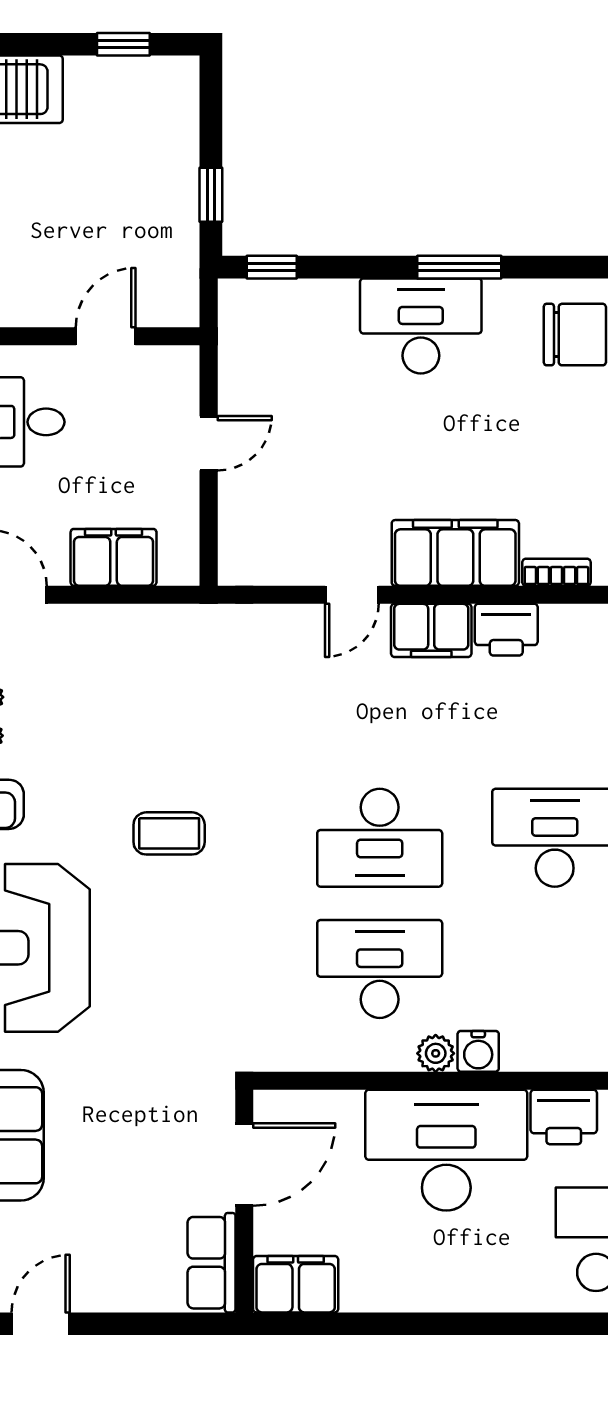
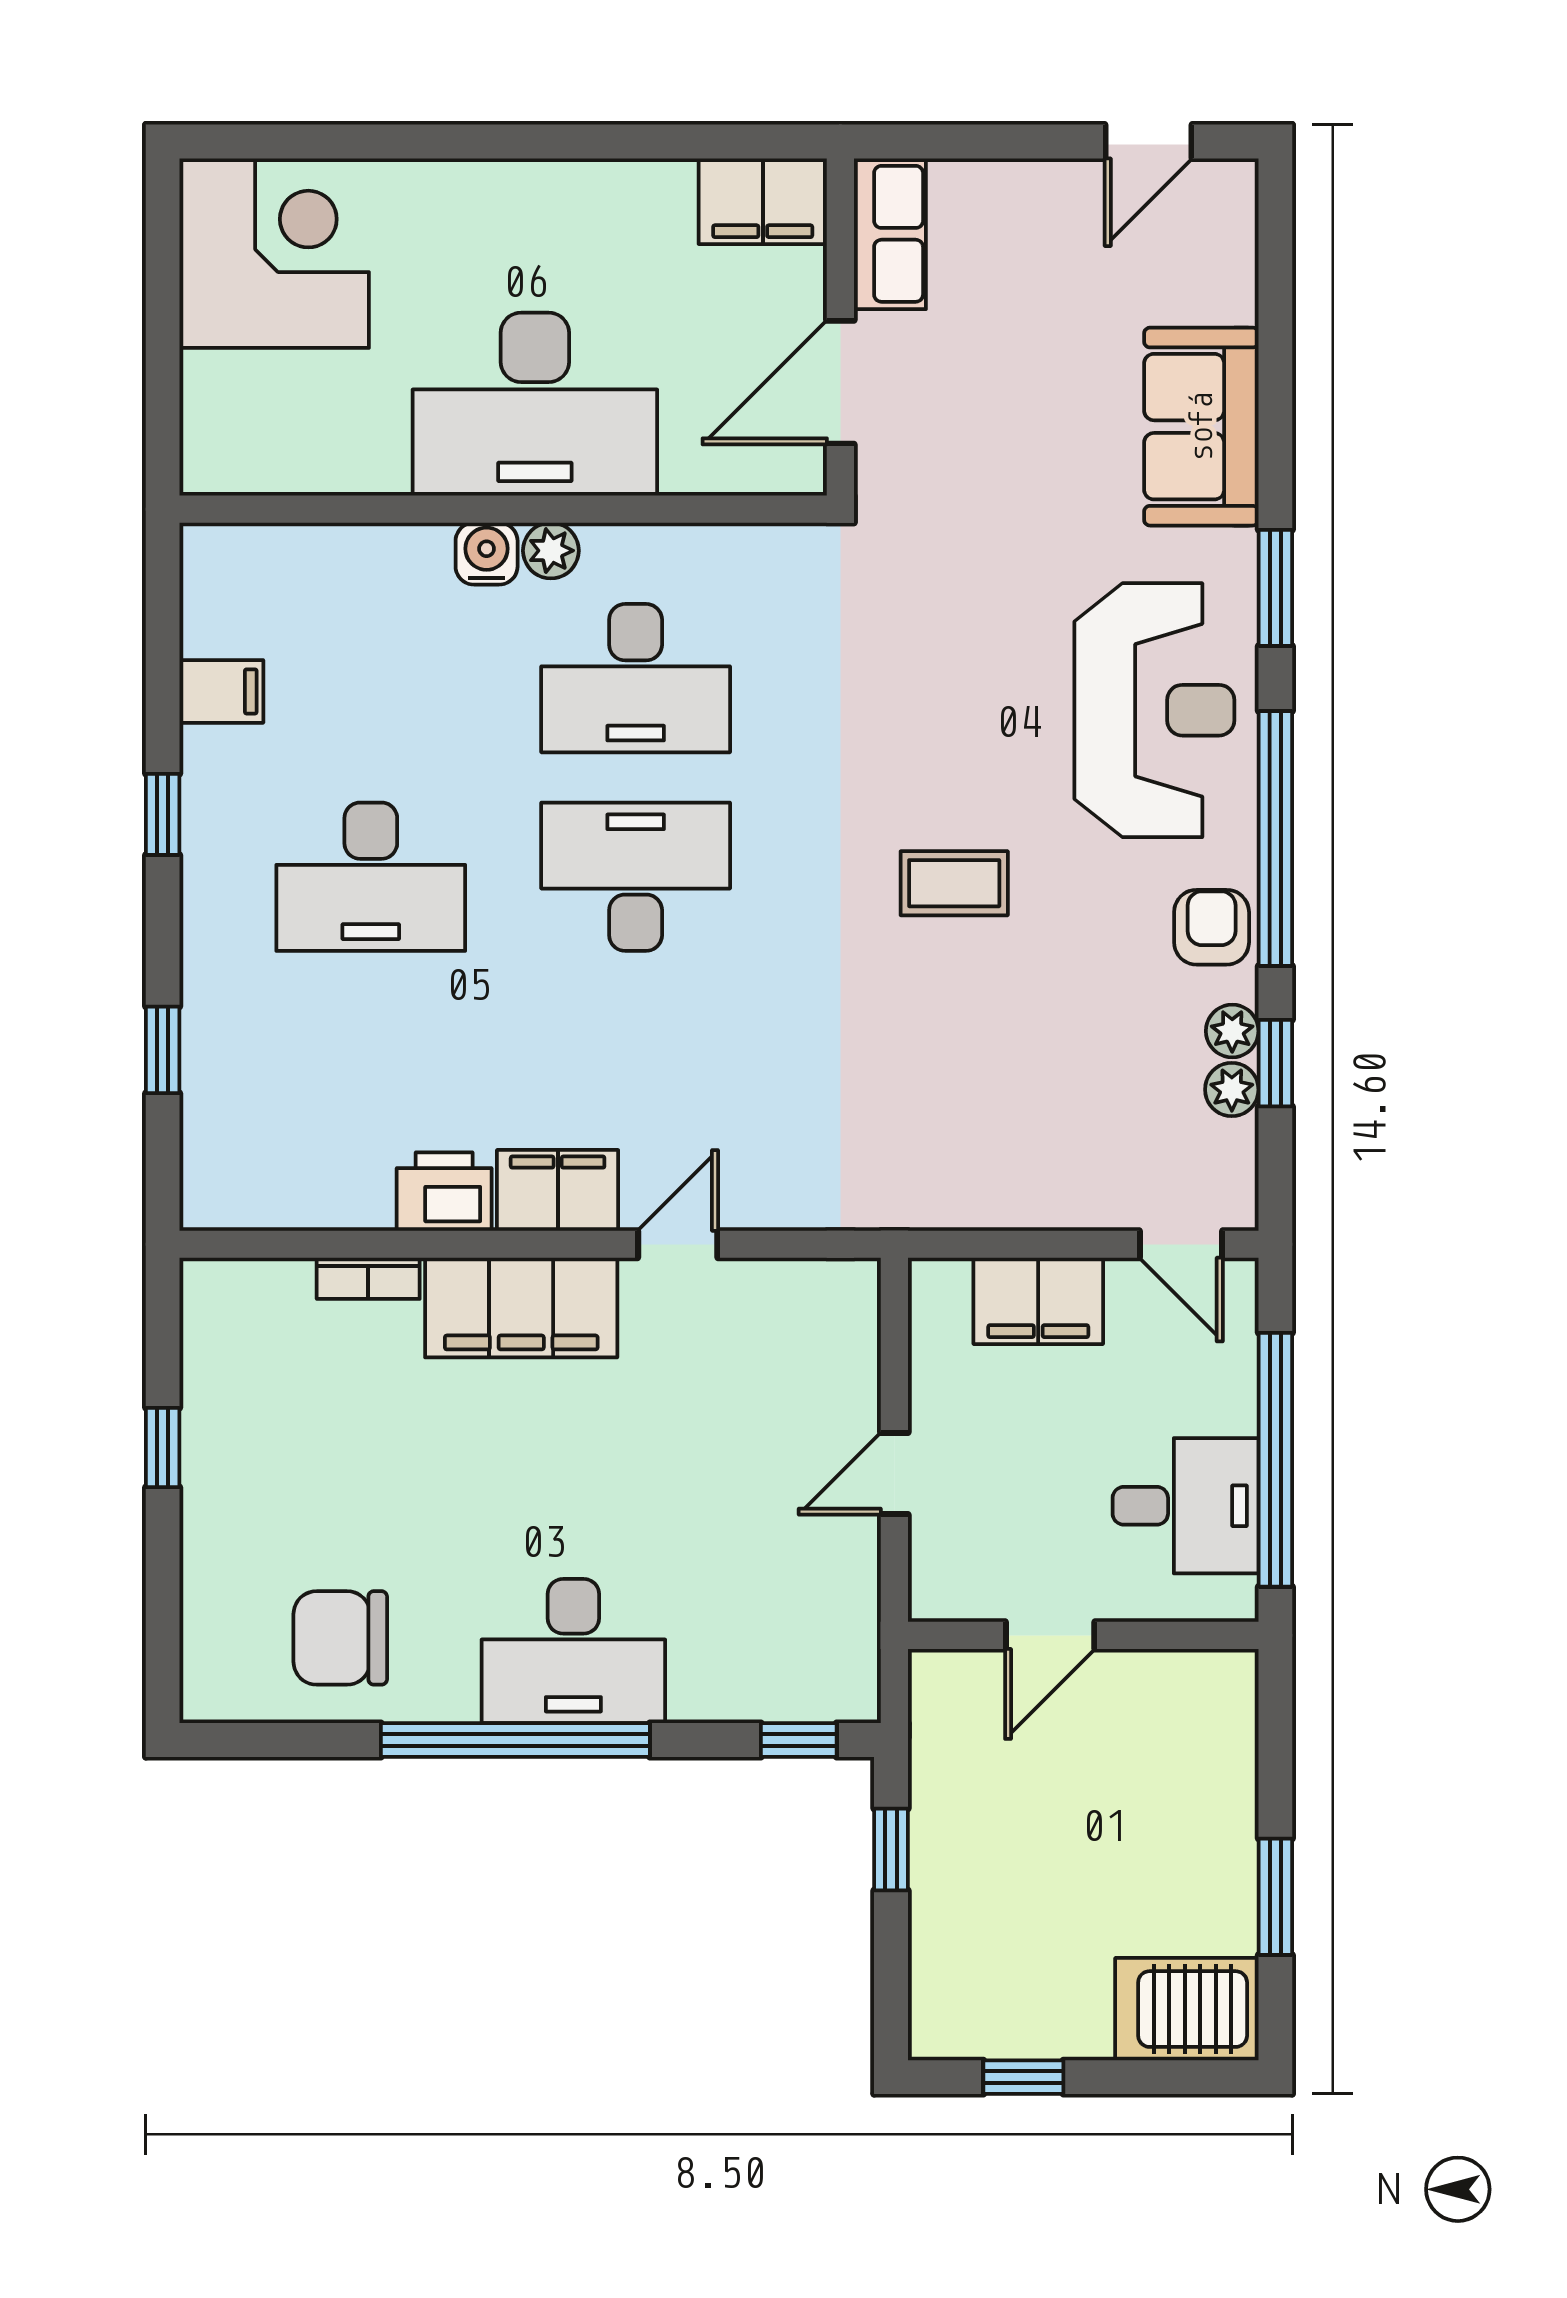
window: (459, 267) -> (515, 1740), width x2.11
printer: (564, 1117) -> (357, 454), removed

